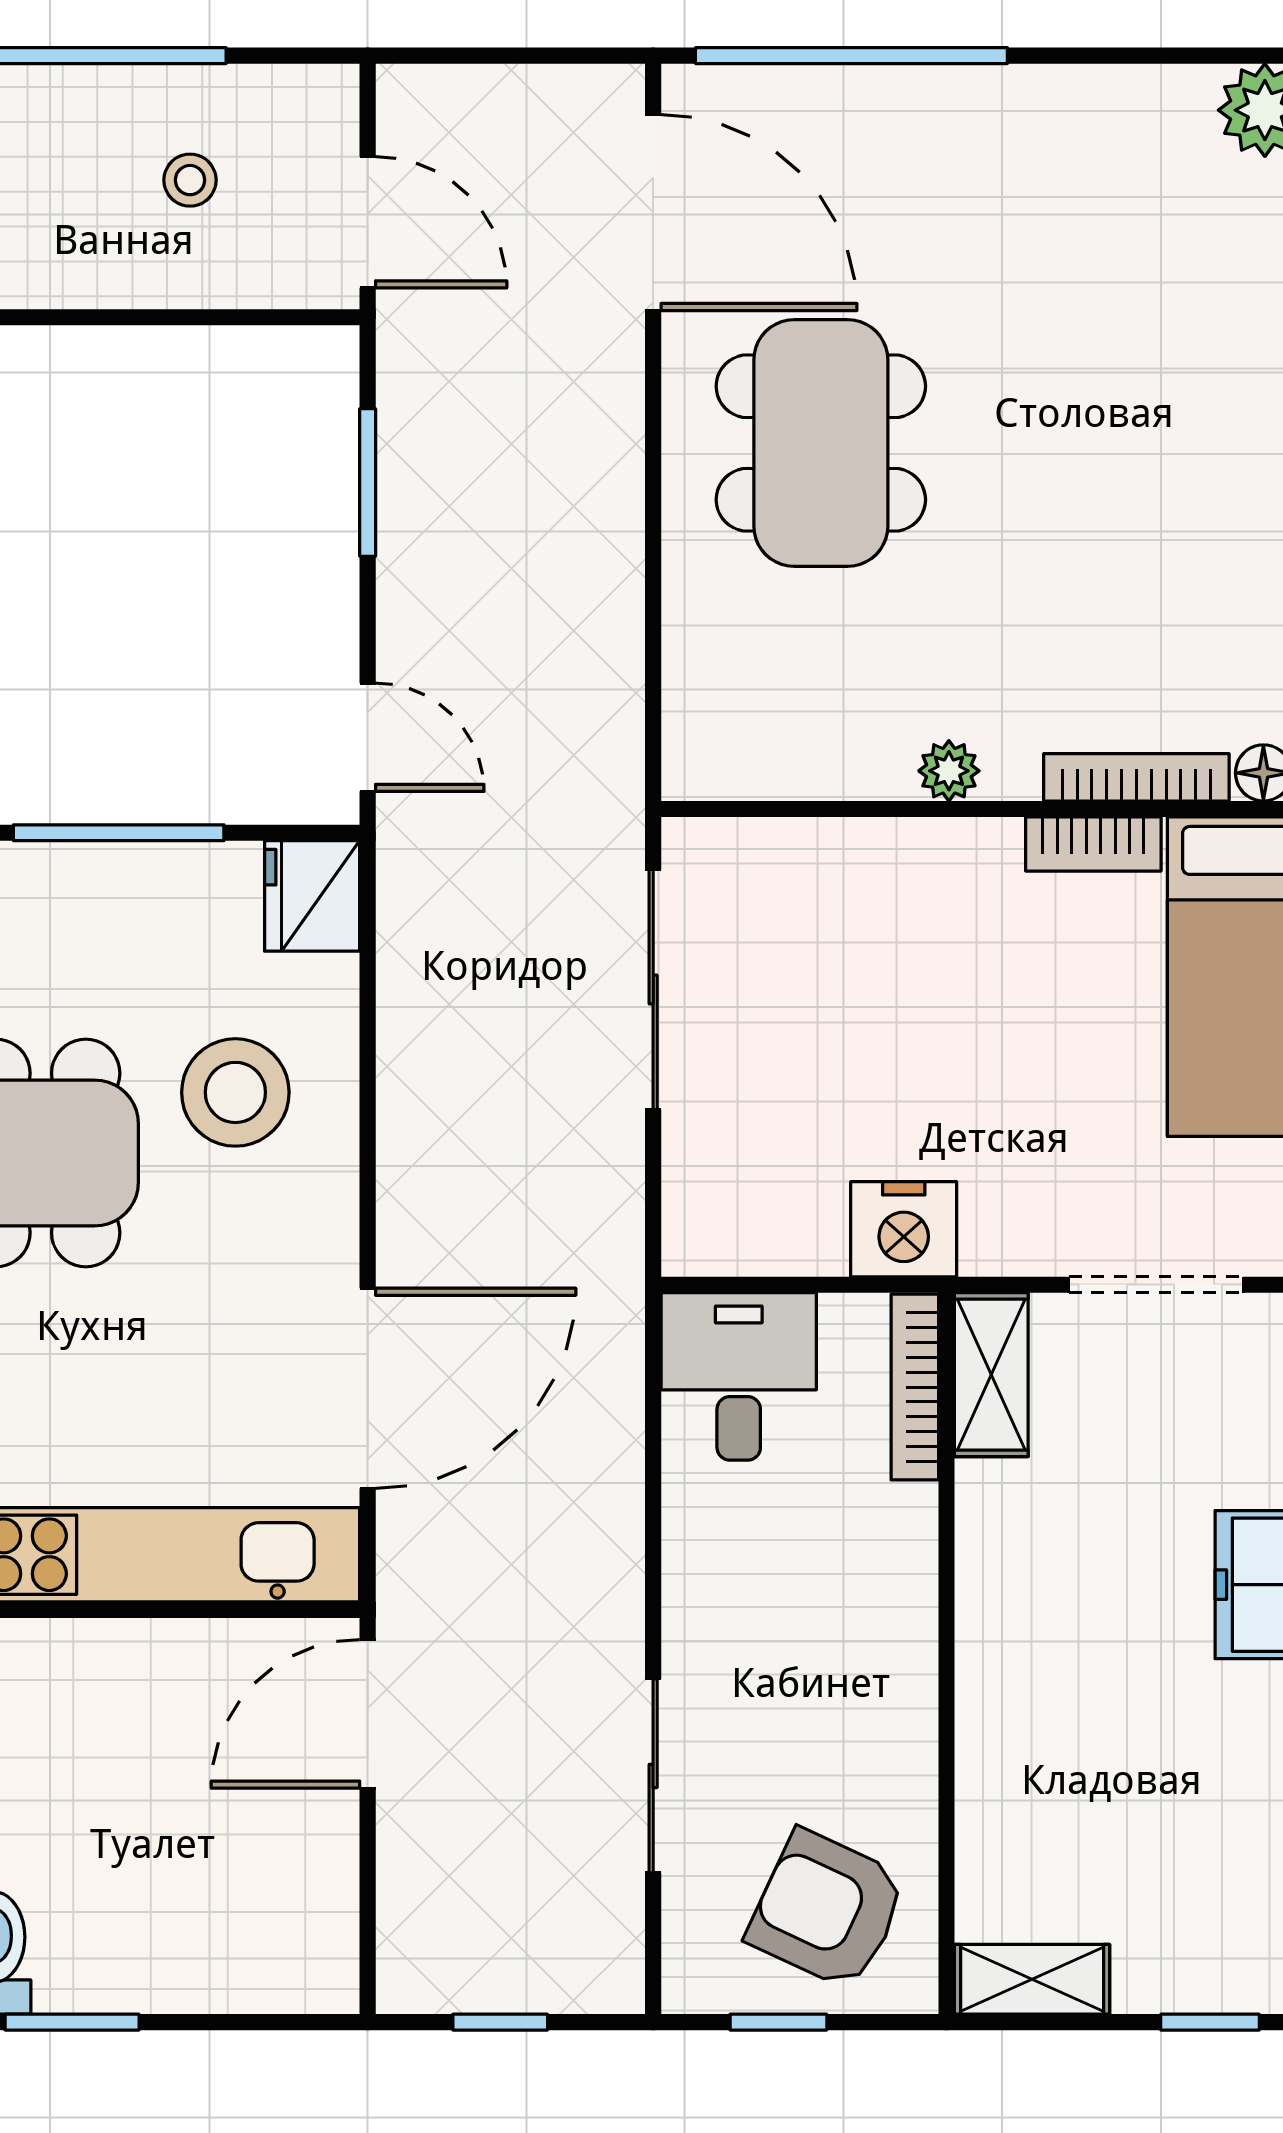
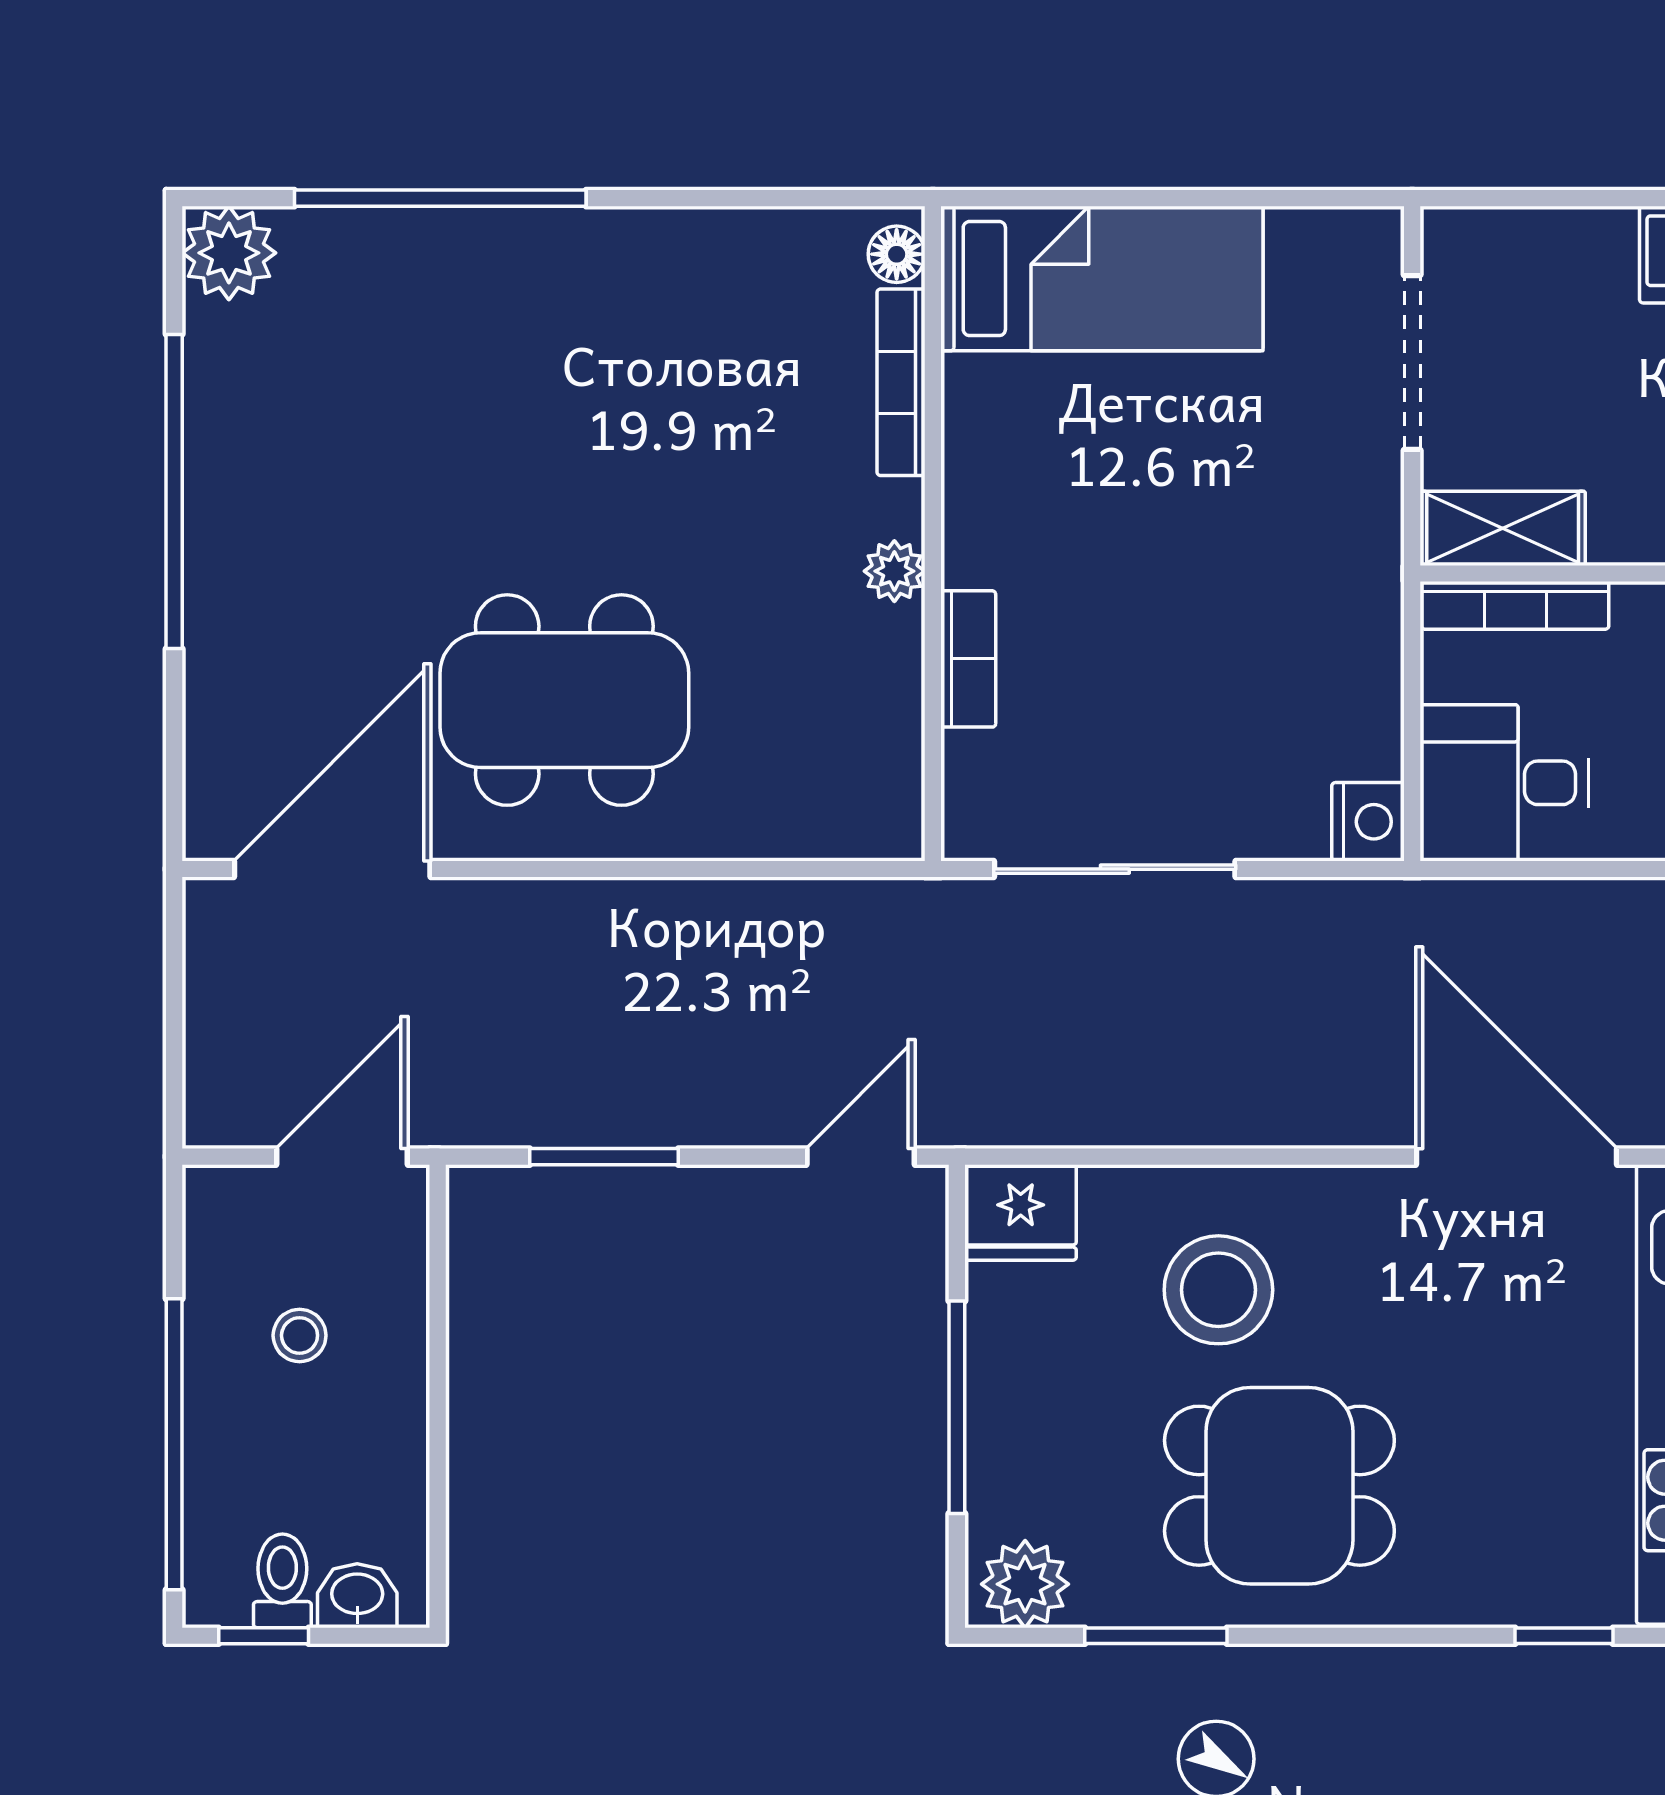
window: (851, 56) -> (174, 491), moved
bookcase: (1093, 844) -> (968, 659), moved
nightstand: (904, 1229) -> (1368, 822), moved, width x0.74, depth x0.75

